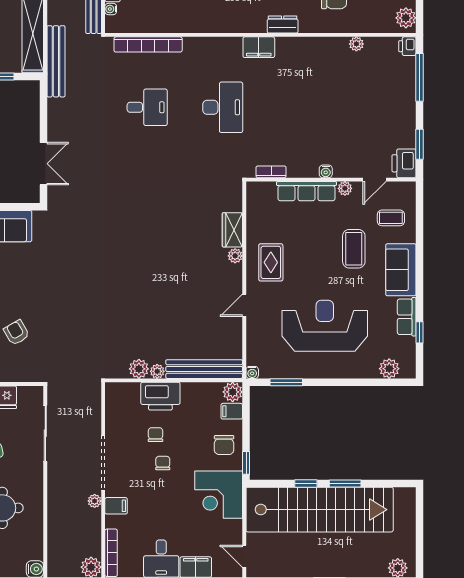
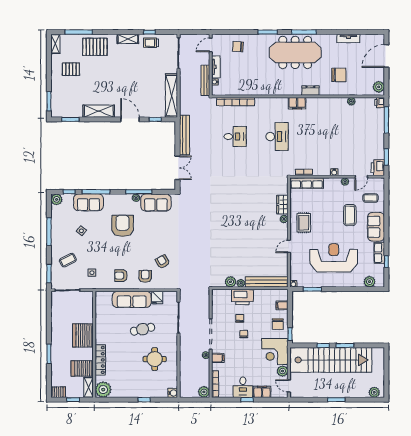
bench: (56, 61) -> (184, 135), moved
row of seats: (306, 191) -> (307, 183), moved
plant: (233, 392) -> (283, 371), moved

